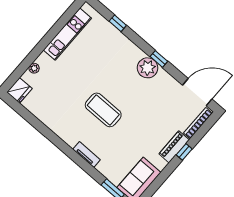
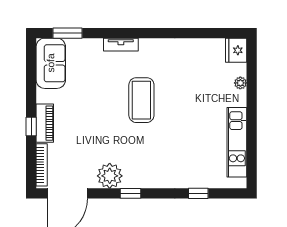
plant: (148, 68) -> (110, 176), moved
coffee table: (103, 110) -> (141, 100), turned 90

